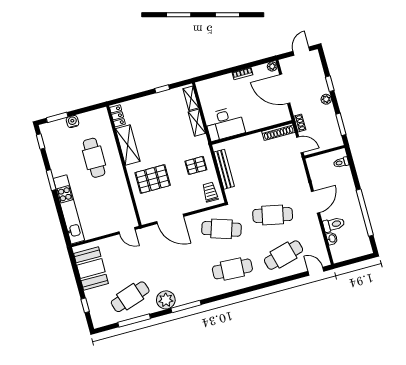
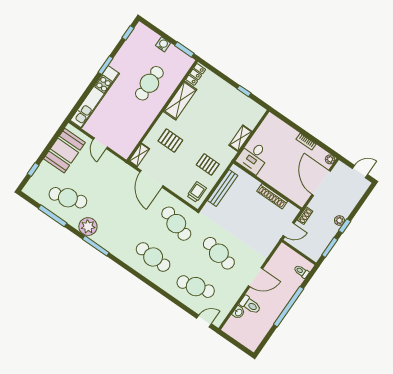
window: (330, 84) -> (345, 226), moved
shelving: (191, 98) -> (139, 155), moved
window: (57, 117) -> (184, 49), moved
desk: (225, 124) -> (253, 157), width x0.73
shoe rack: (278, 132) -> (272, 196), moved
door: (300, 145) -> (289, 230), hinge flipped
pallet: (153, 179) -> (170, 141), width x0.67, depth x0.71
window: (365, 213) -> (289, 307), moved
door: (127, 231) -> (100, 143), moved
door: (316, 271) -> (204, 321), hinge flipped

